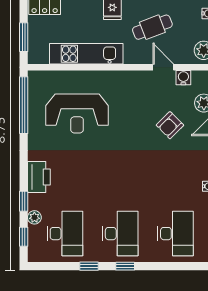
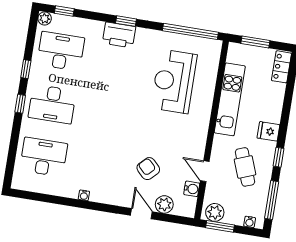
door: (163, 67) -> (205, 171), swing flipped
window: (24, 201) -> (126, 21), moved
plant: (34, 217) -> (45, 19), moved
desk: (65, 234) -> (61, 51), turned 180
desk: (175, 234) -> (44, 157), turned 180

